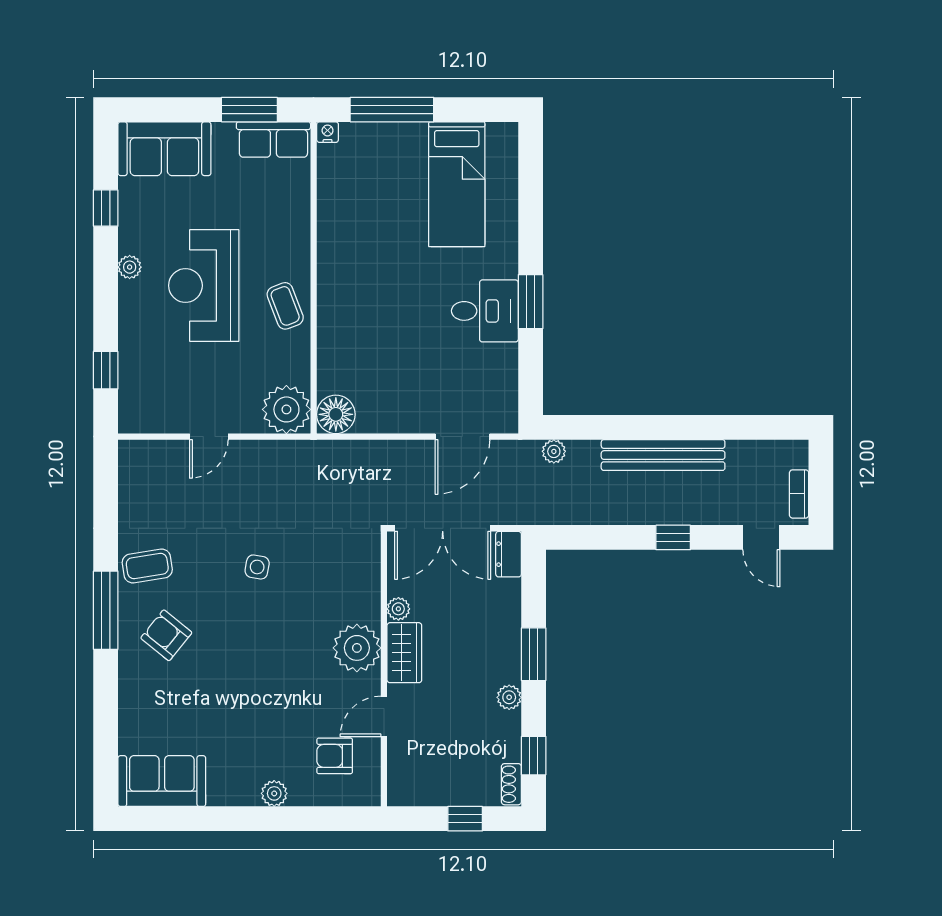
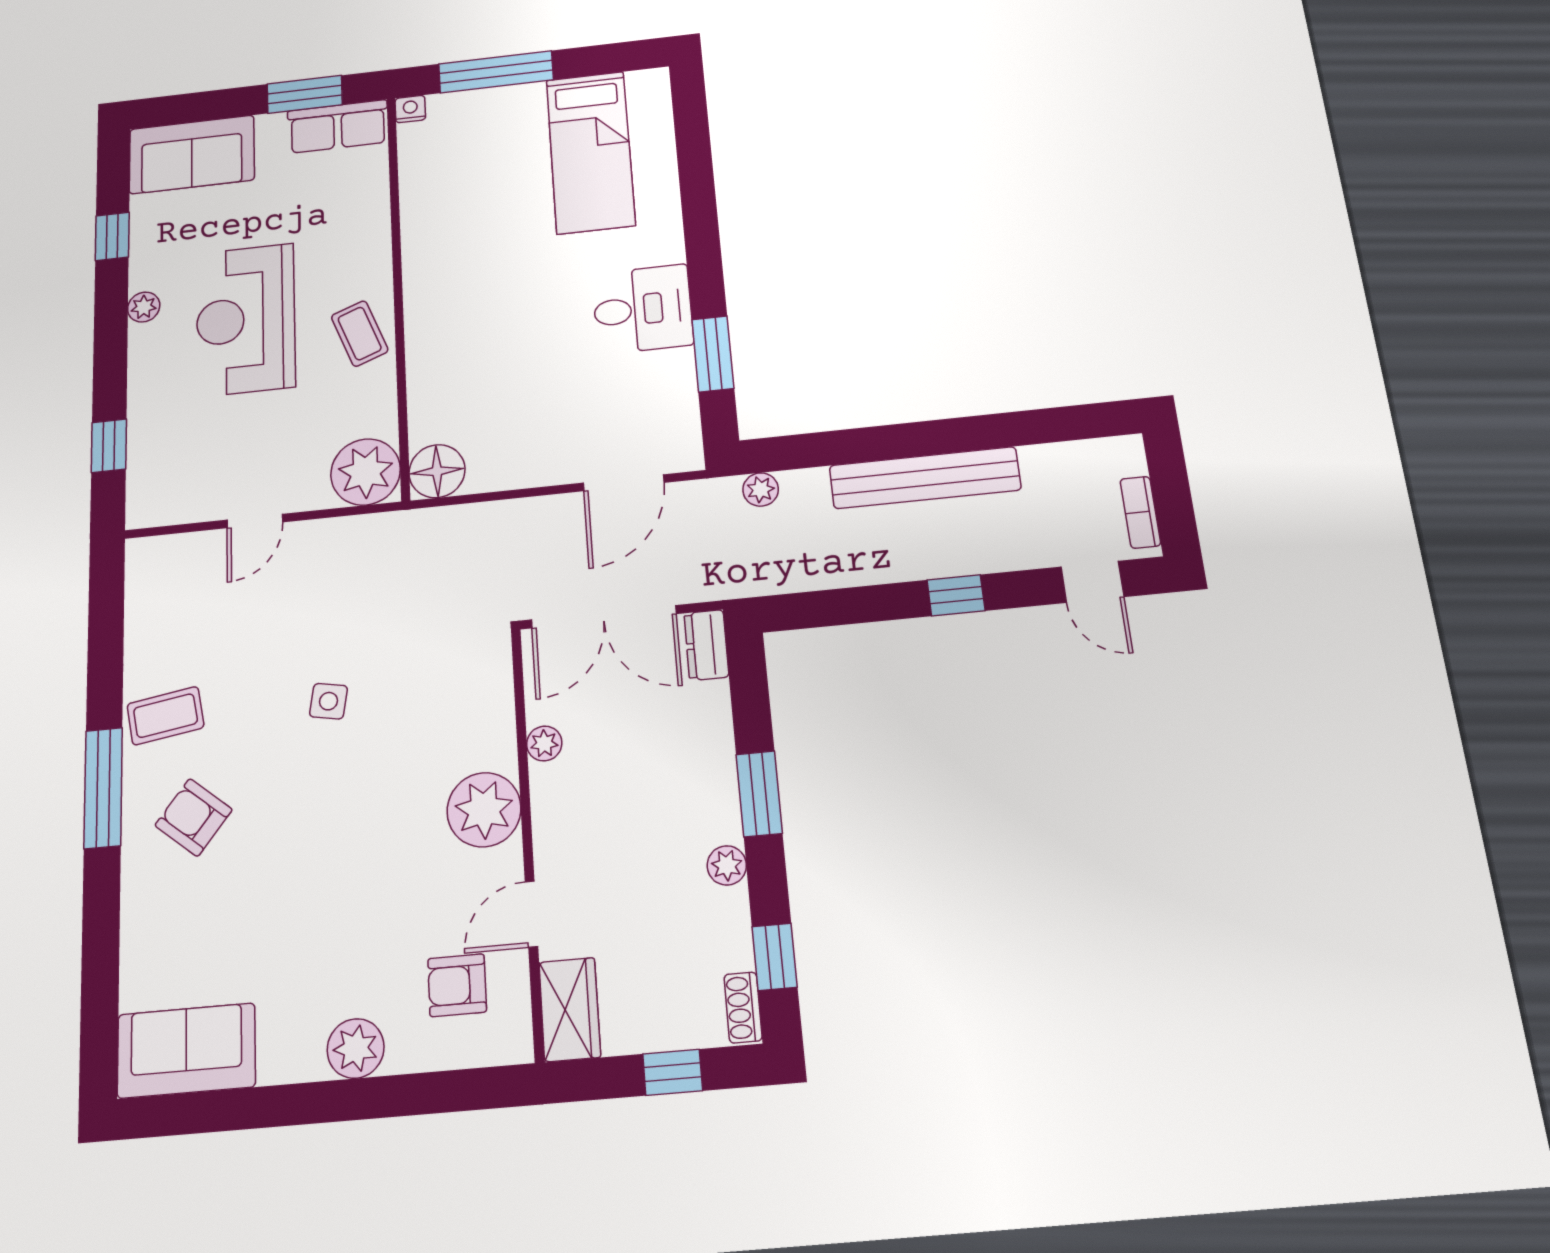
window: (531, 302) -> (713, 354), moved
wardrobe: (404, 653) -> (570, 1010), moved
plant: (274, 793) -> (356, 1048), width x1.38, depth x1.38

